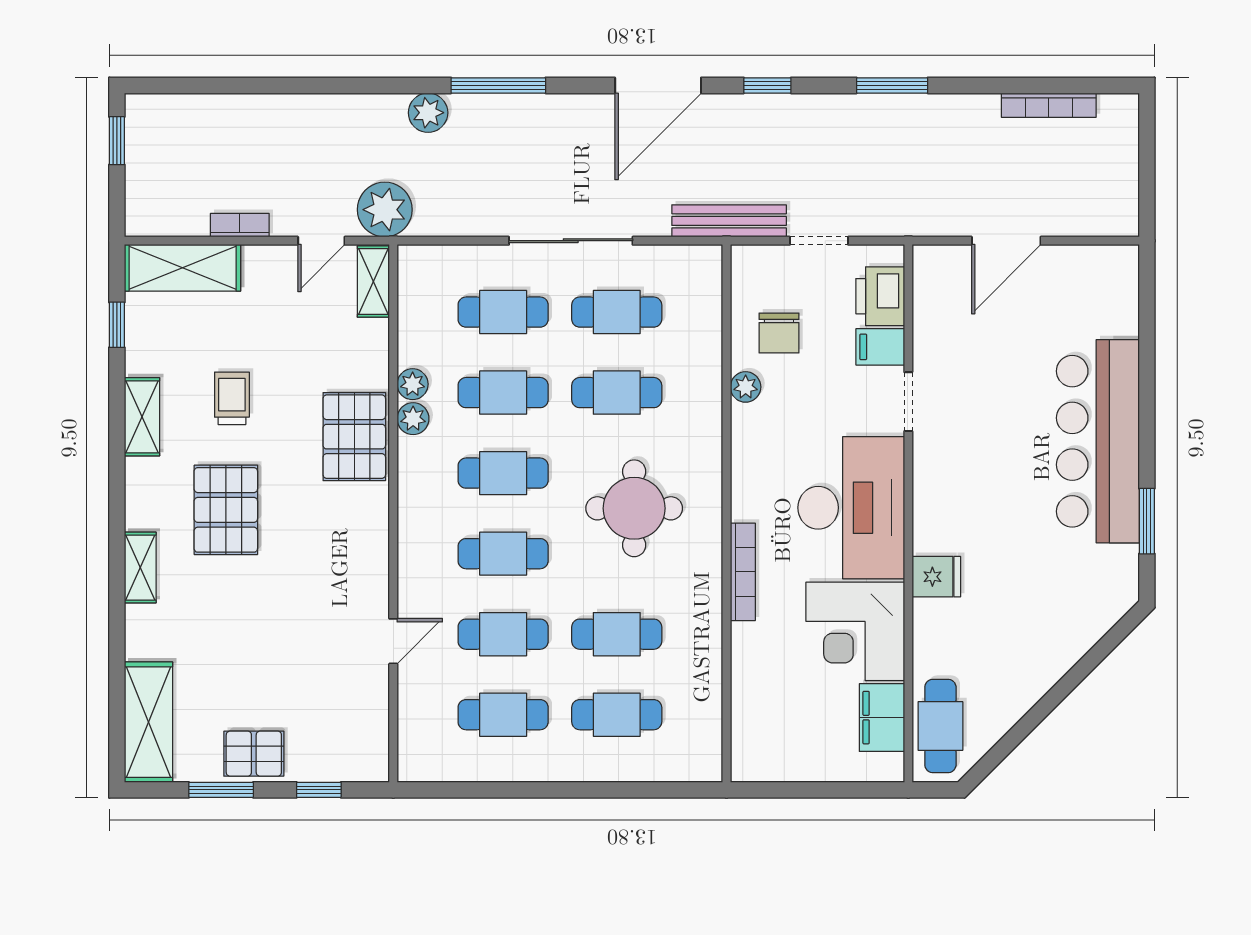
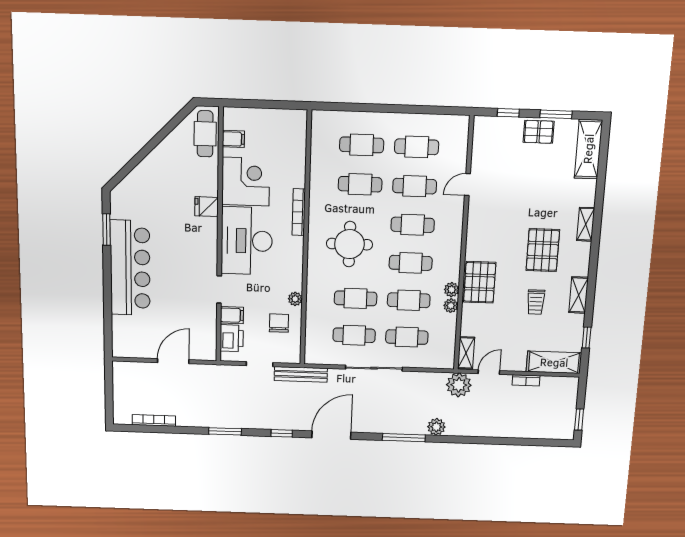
filing cabinet: (882, 718) -> (233, 139), width x0.50

